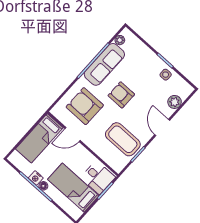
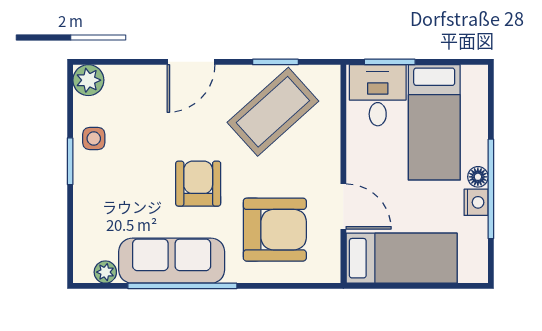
armchair: (121, 95) -> (198, 184), turned 180
plant: (175, 102) -> (88, 80), moved
armchair: (85, 106) -> (275, 230), turned -90
coffee table: (123, 139) -> (273, 112), turned 48

